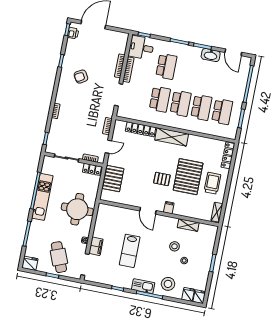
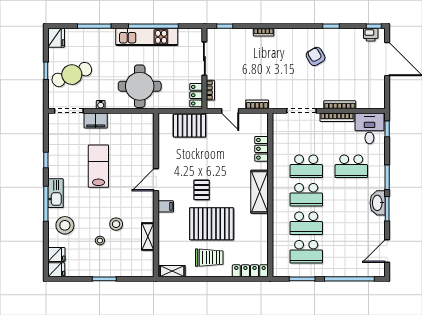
washbasin: (211, 55) -> (378, 203), moved
locker: (141, 129) -> (262, 149), width x0.66
lab bench: (130, 251) -> (98, 166), turned 90

